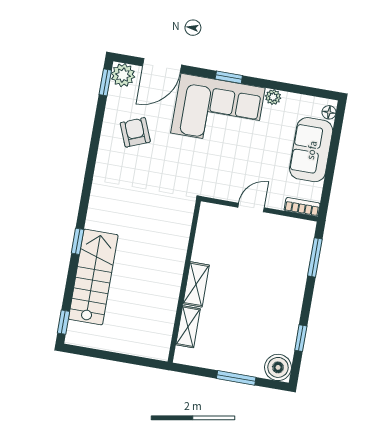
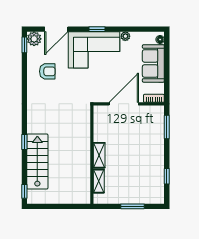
armchair: (135, 132) -> (47, 71), turned 112
door: (251, 208) -> (124, 104), width x1.88
boiler: (278, 367) -> (156, 196), removed

